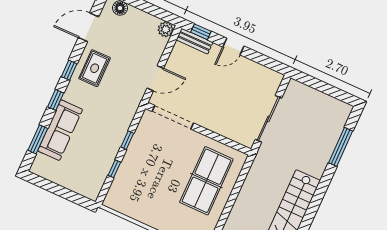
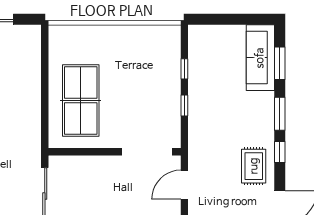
window: (56, 100) -> (280, 114), width x1.50
sofa: (60, 130) -> (260, 58), moved

